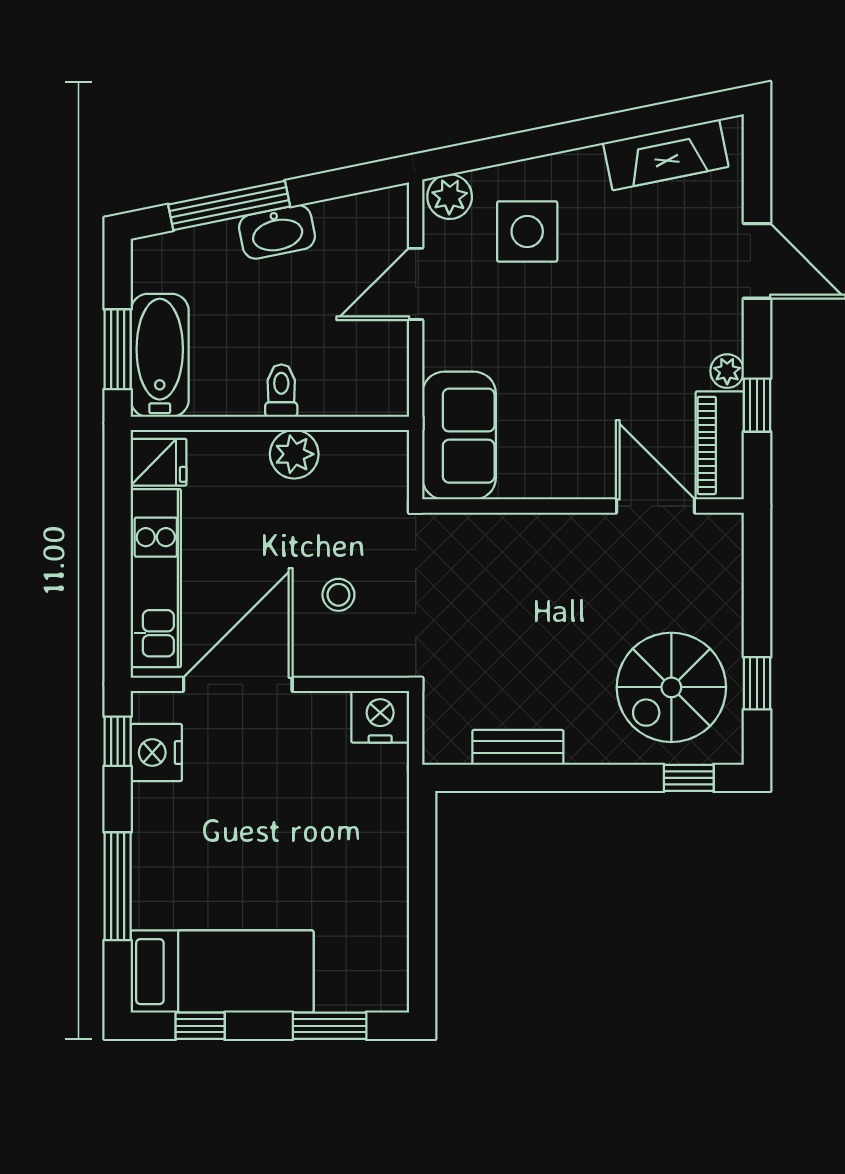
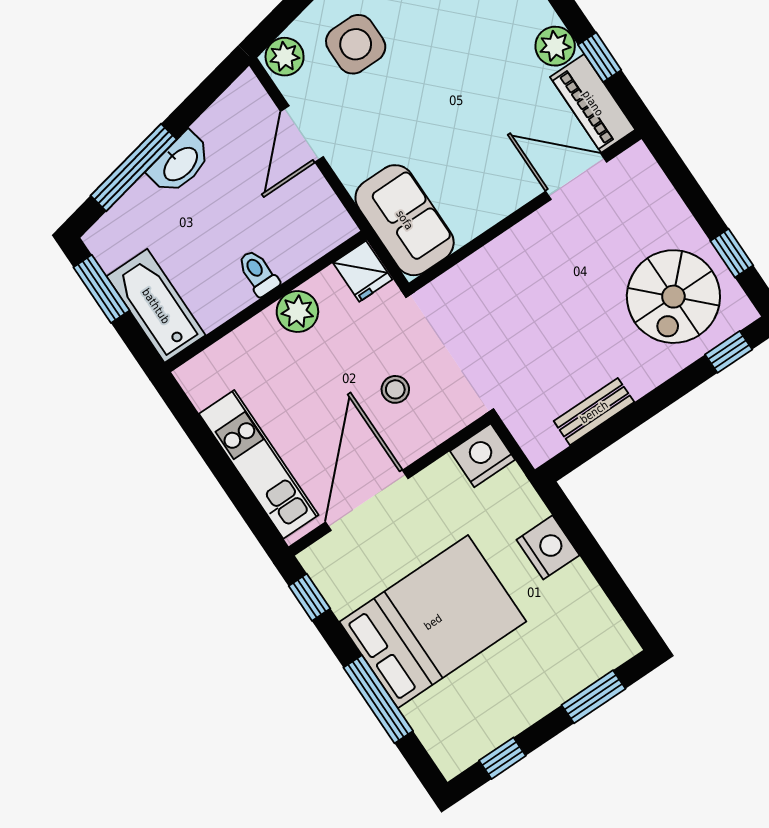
window: (118, 349) -> (101, 289), moved
plant: (727, 371) -> (555, 46), width x1.38, depth x1.38
fridge: (159, 462) -> (363, 271), moved, turned 90
nightstand: (156, 753) -> (548, 547), moved, turned 180
bed: (222, 972) -> (433, 622), moved, width x1.50

